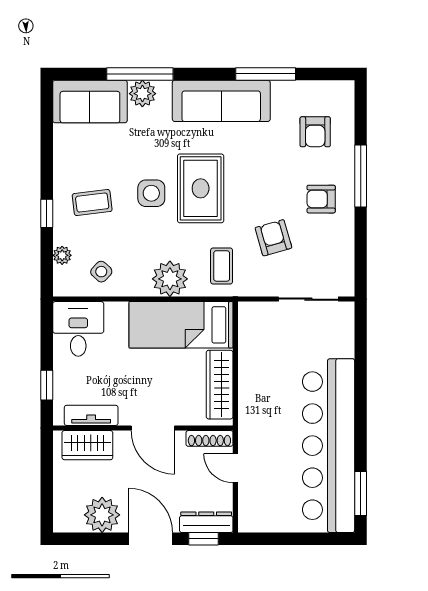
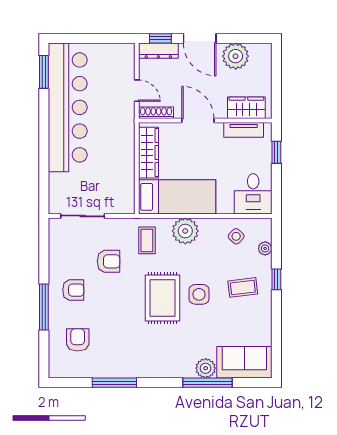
sofa: (221, 101) -> (147, 363), removed
armchair: (273, 238) -> (109, 261), turned -74

